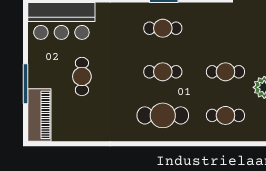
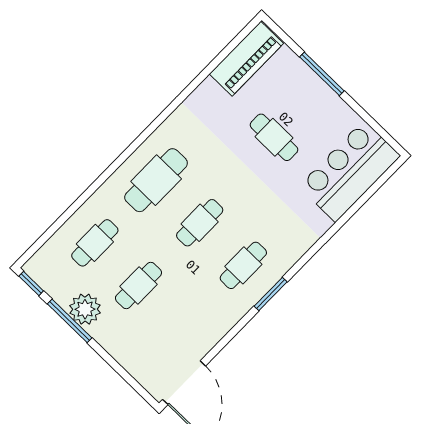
piano: (39, 115) -> (246, 59), moved, turned -90

